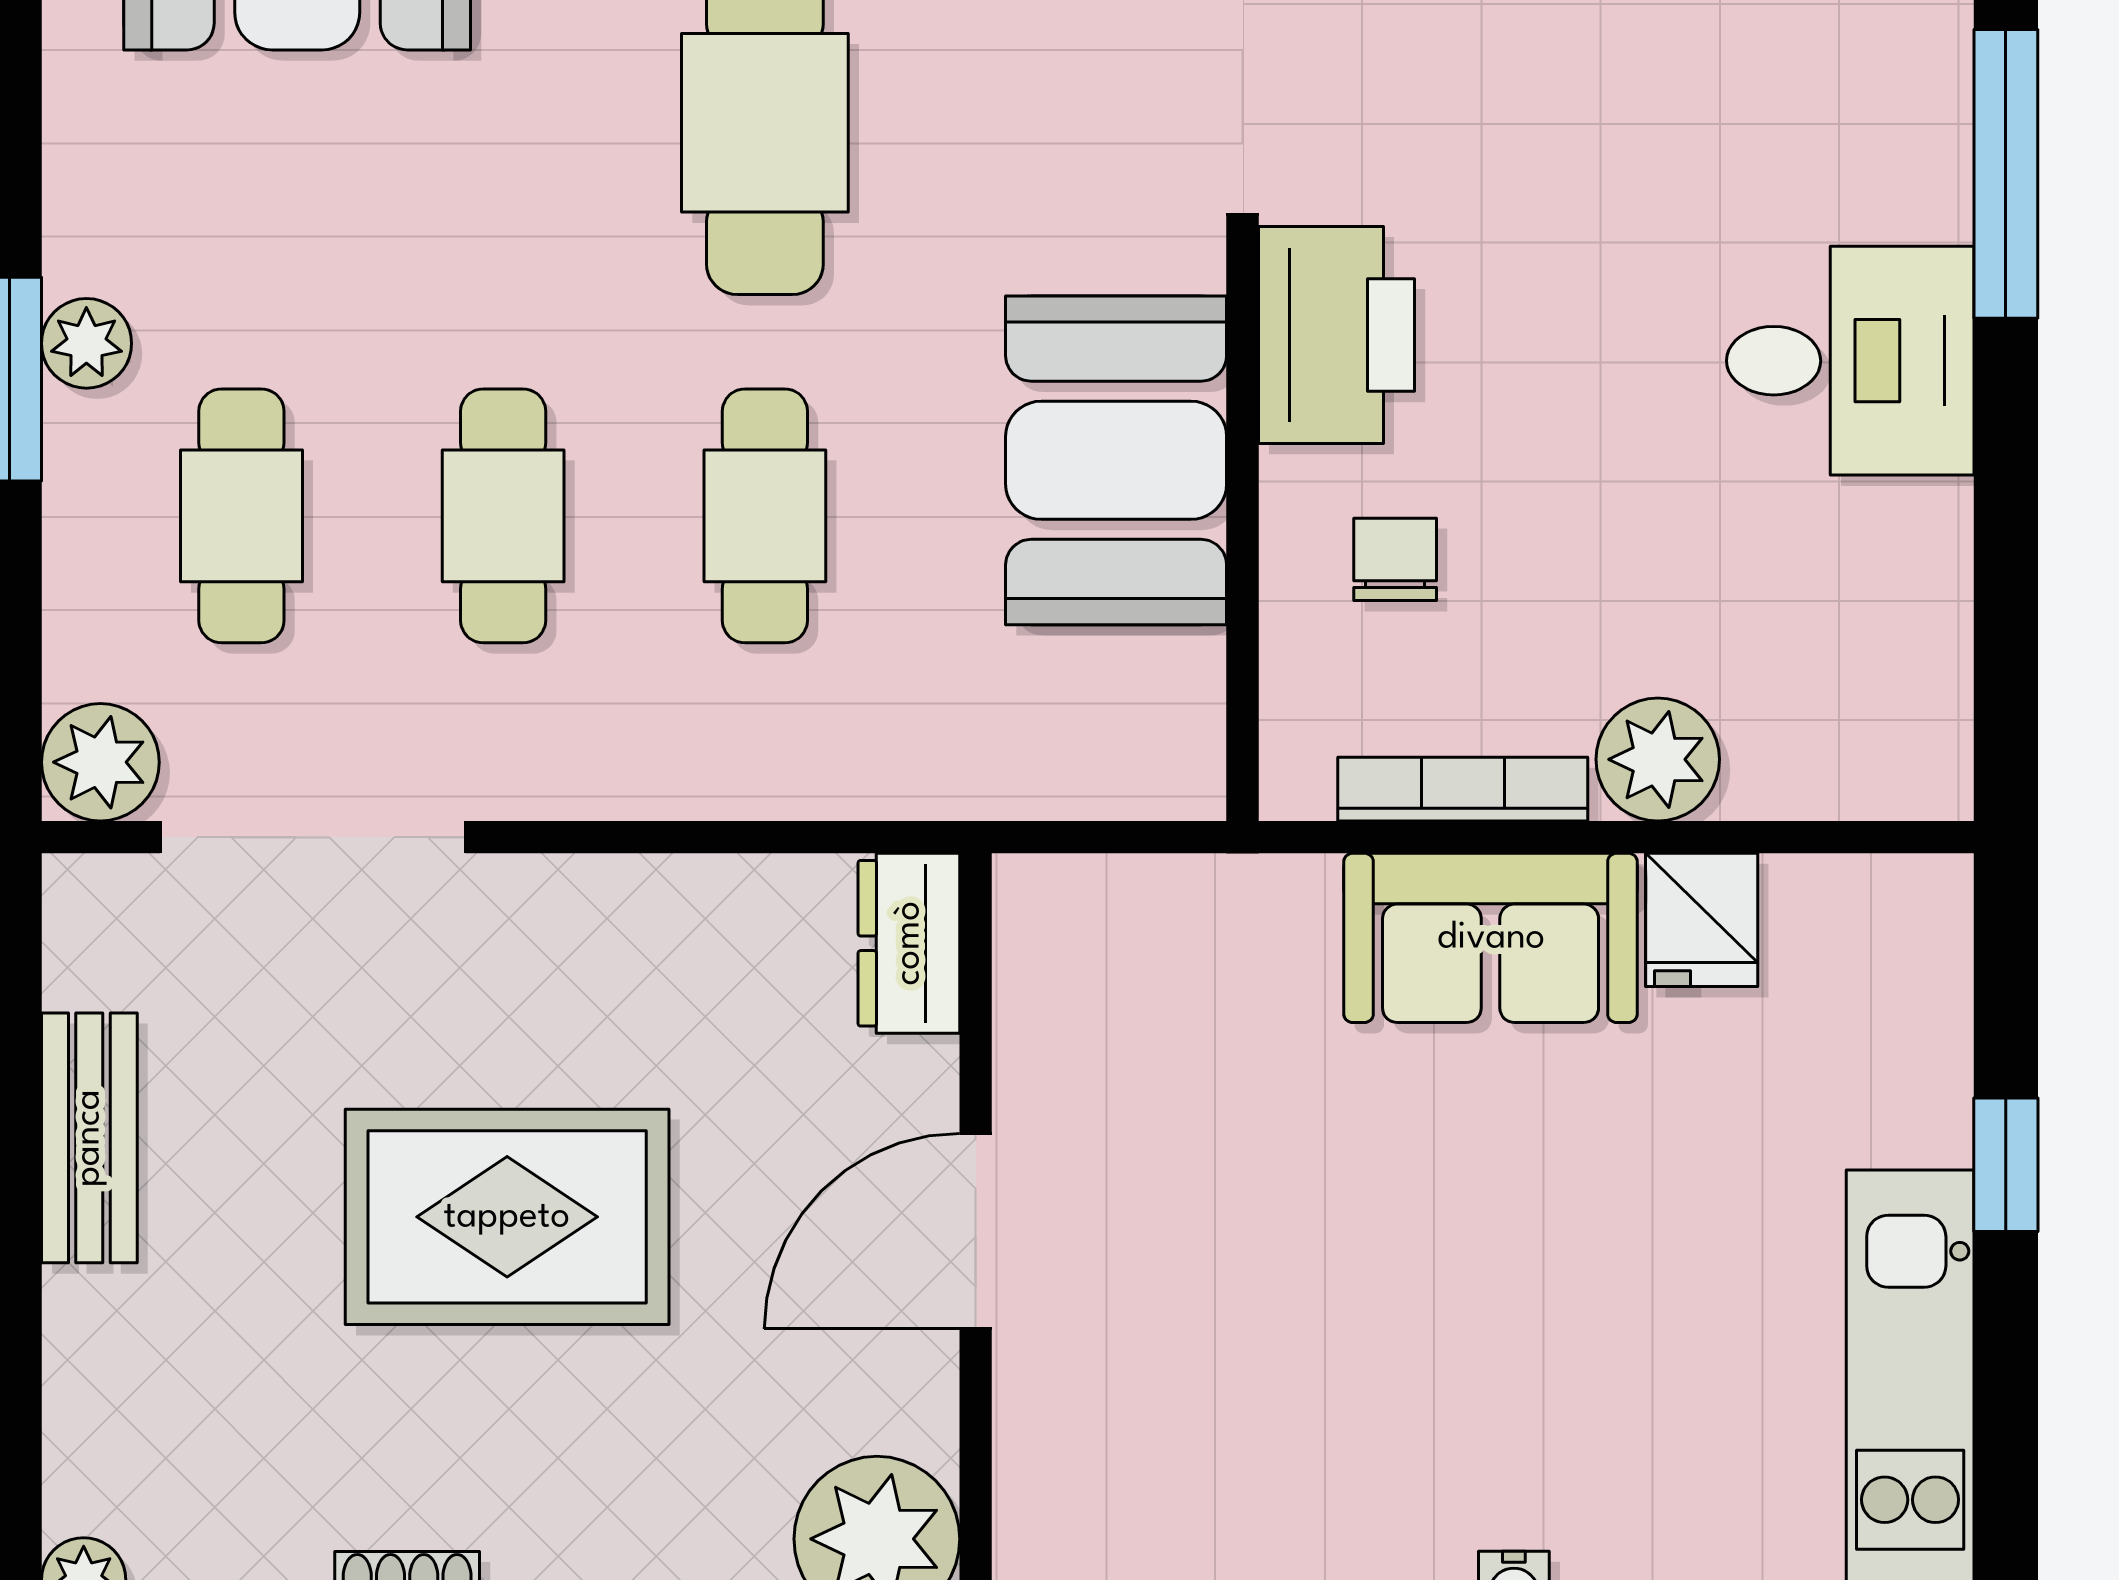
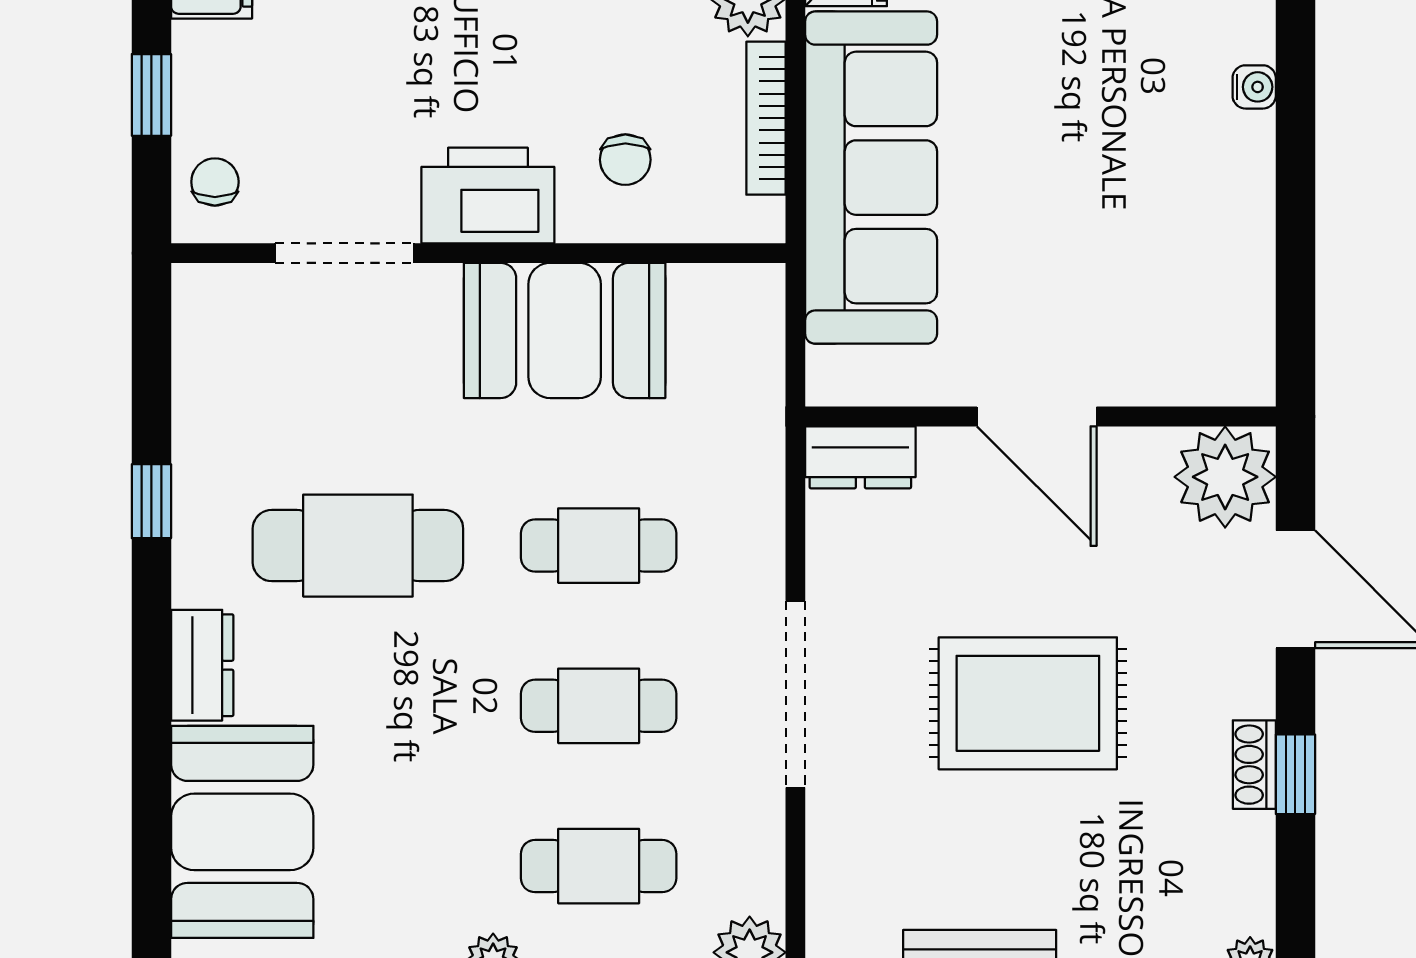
chair: (1395, 559) -> (625, 160), turned -90
doorway: (313, 837) -> (795, 694), moved
sofa: (1491, 938) -> (871, 178), width x1.85, depth x1.27
rug: (507, 1217) -> (1028, 703), turned 90

